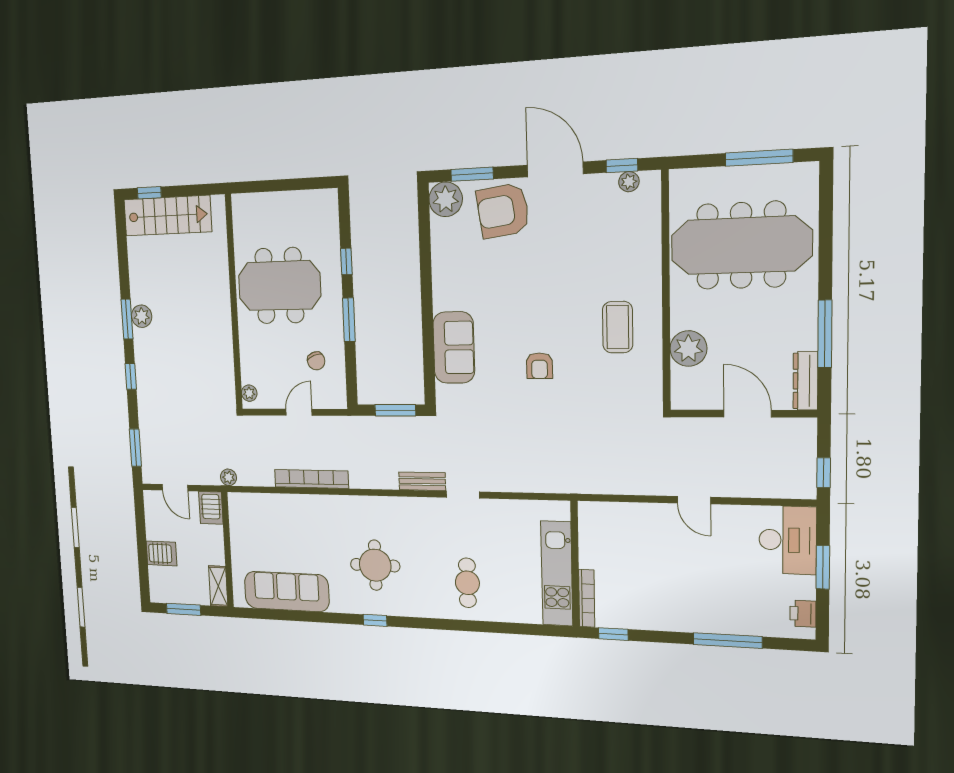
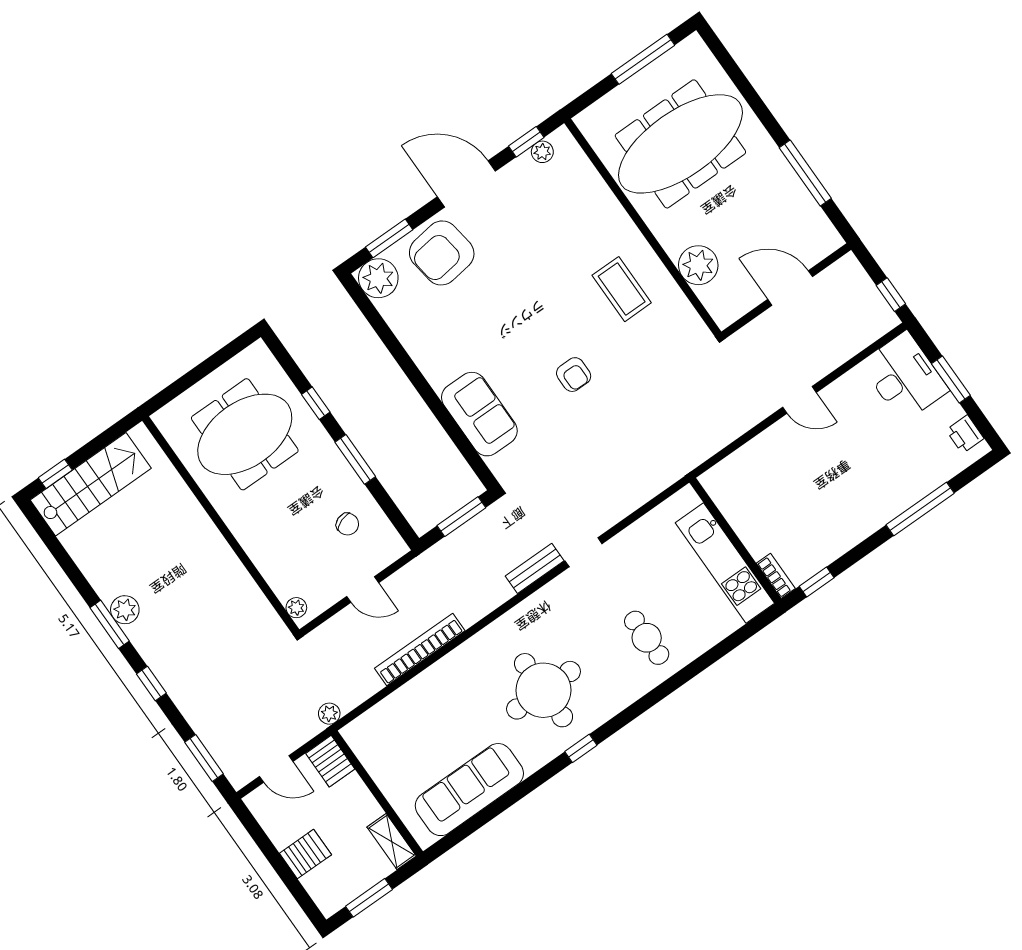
meeting table: (279, 286) -> (245, 434), moved
dresser: (805, 381) -> (818, 225), removed
door: (299, 412) -> (363, 590), swing flipped
round table: (375, 565) -> (544, 690), width x1.36, depth x1.36
bookcase: (587, 598) -> (776, 576), width x0.64

